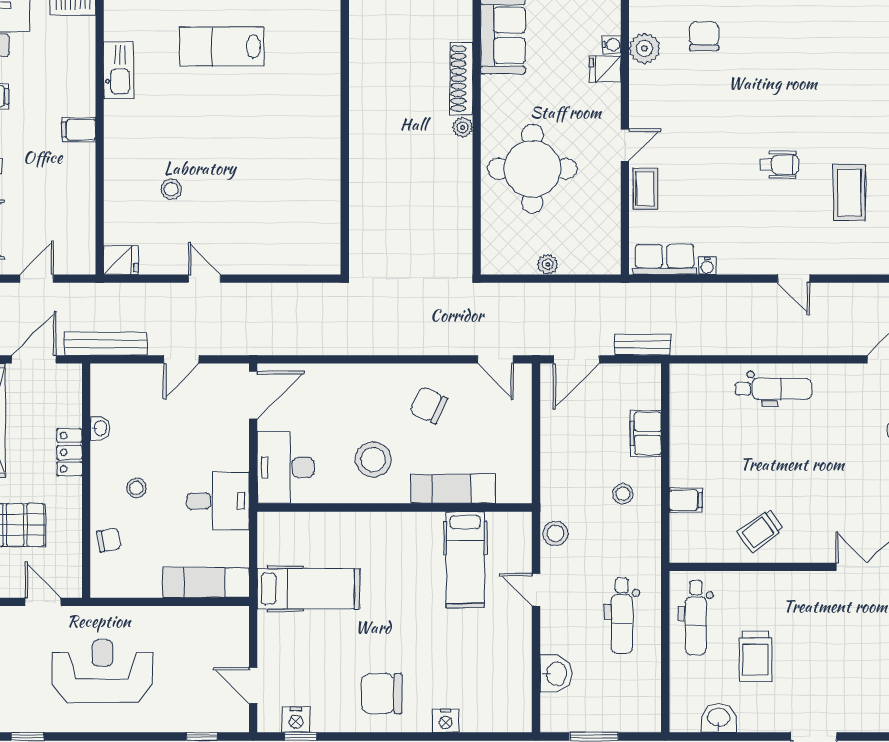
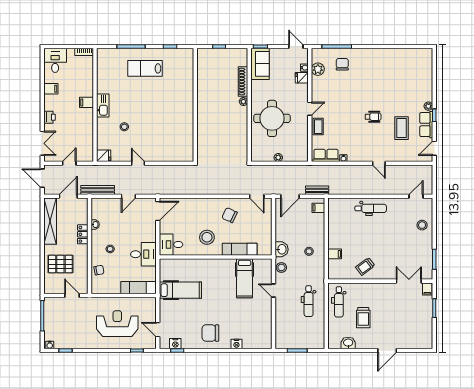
kitchen sink: (119, 70) -> (103, 106), moved
filing cabinet: (646, 433) -> (318, 208), moved, width x0.50
desk: (286, 467) -> (171, 245), width x0.73
reception desk: (102, 671) -> (117, 324), moved
washbasin: (556, 674) -> (282, 249), moved

